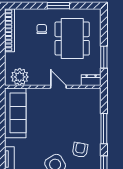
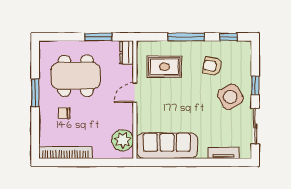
rug: (80, 111) -> (164, 67), added

